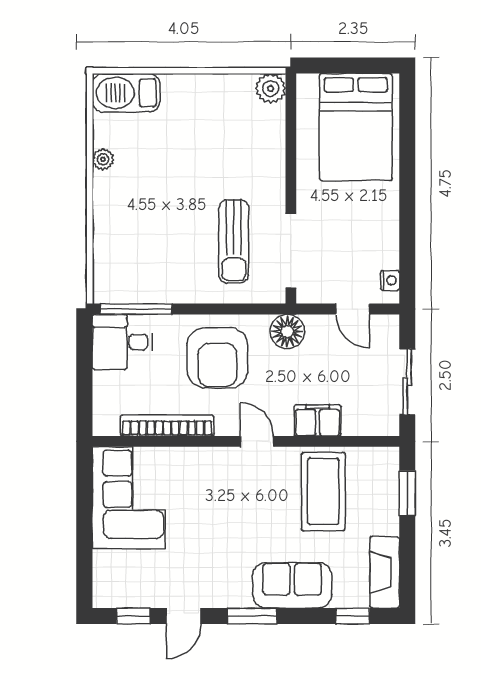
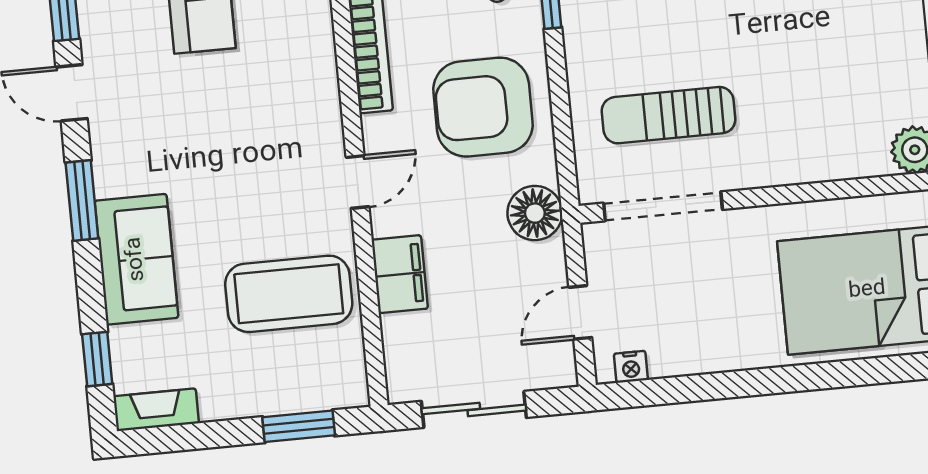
fireplace: (385, 572) -> (156, 410), width x0.73, depth x0.76

